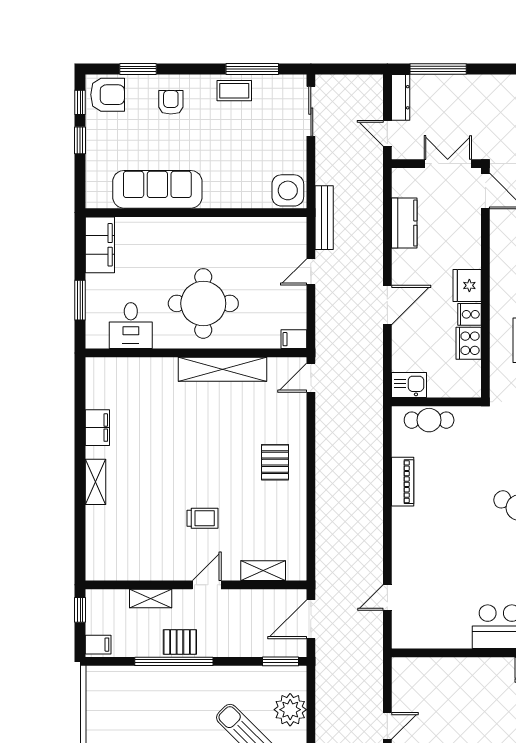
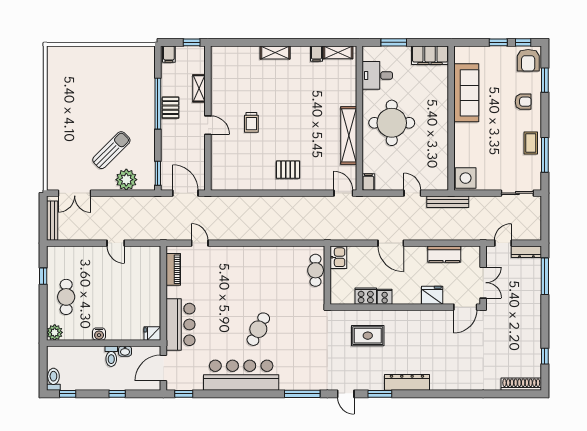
fridge: (467, 285) -> (432, 295), moved
filing cabinet: (97, 428) -> (316, 54), width x0.50
piano: (403, 482) -> (173, 269), moved, turned -90
shelving: (263, 571) -> (338, 52), moved, turned 90

